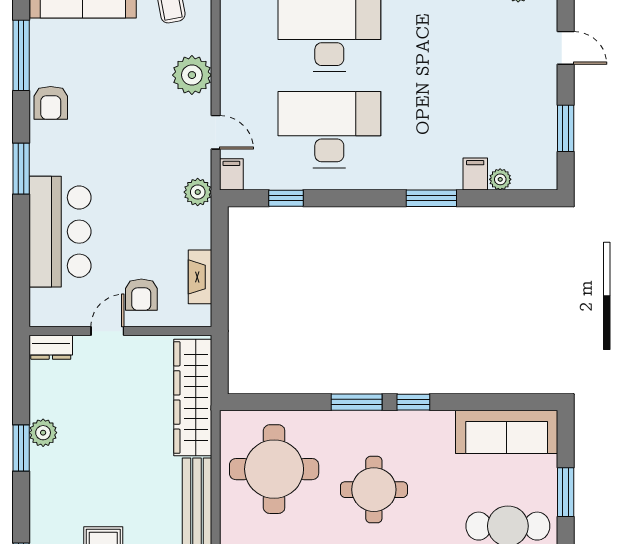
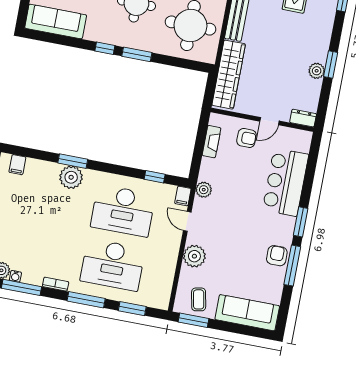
window: (21, 55) -> (292, 266), moved
filing cabinet: (475, 174) -> (17, 165), moved
plant: (500, 179) -> (71, 177), moved, width x1.88, depth x1.88
armchair: (141, 295) -> (246, 138), turned 90

